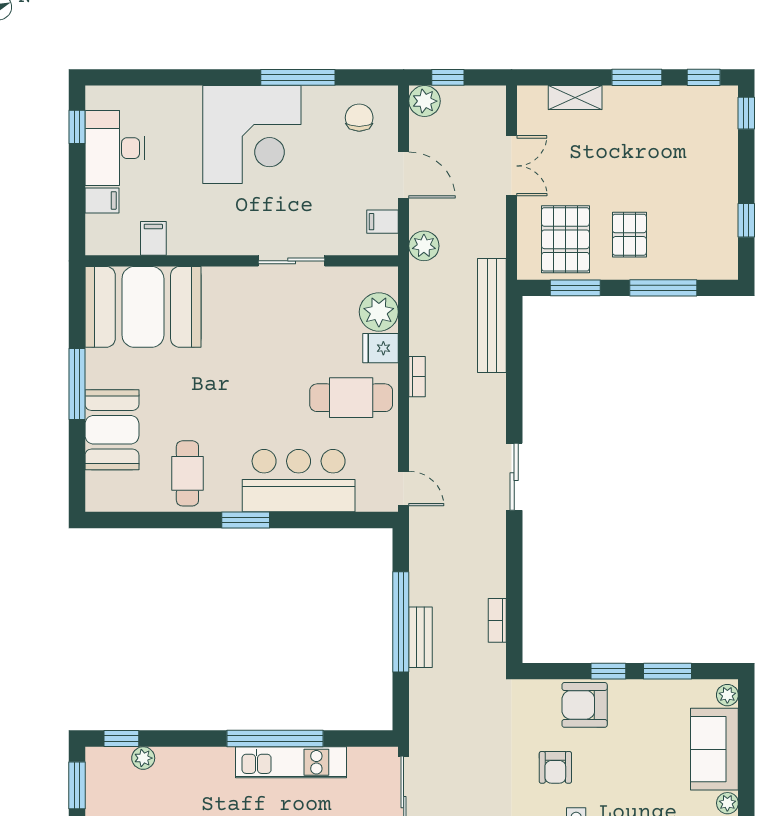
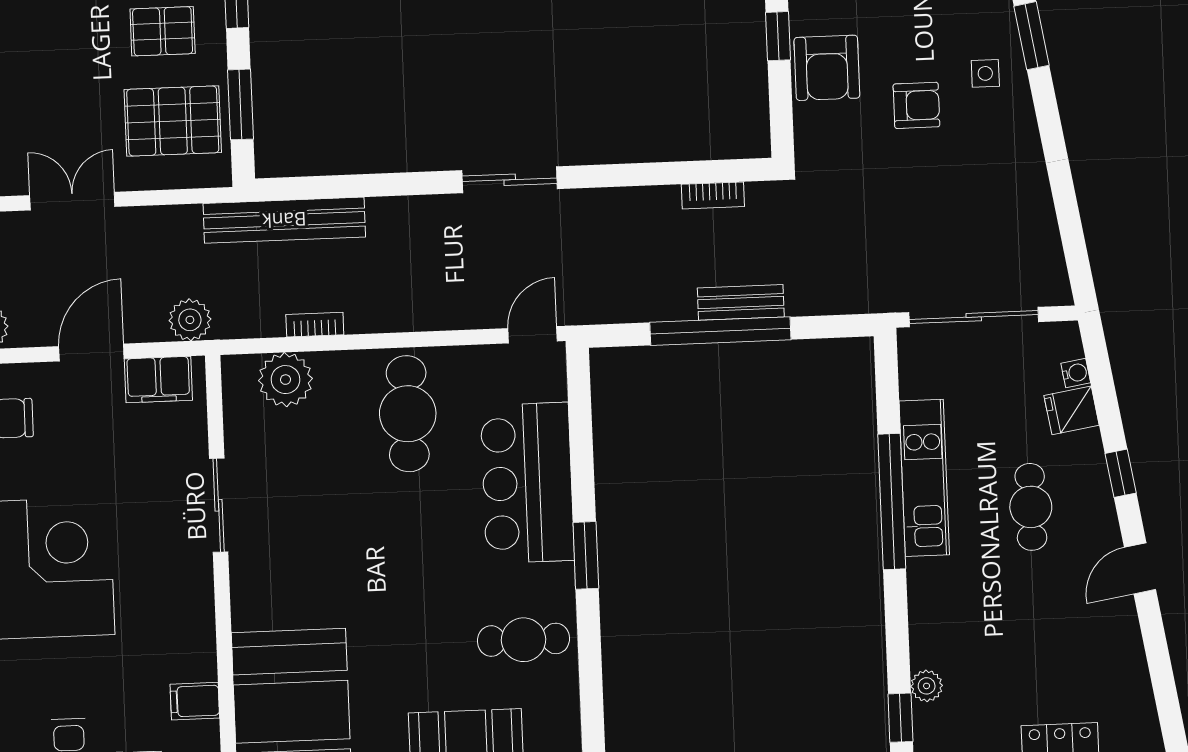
filing cabinet: (382, 222) -> (158, 380), width x2.00
fridge: (381, 348) -> (336, 375), removed
bookcase: (417, 377) -> (315, 325), moved

